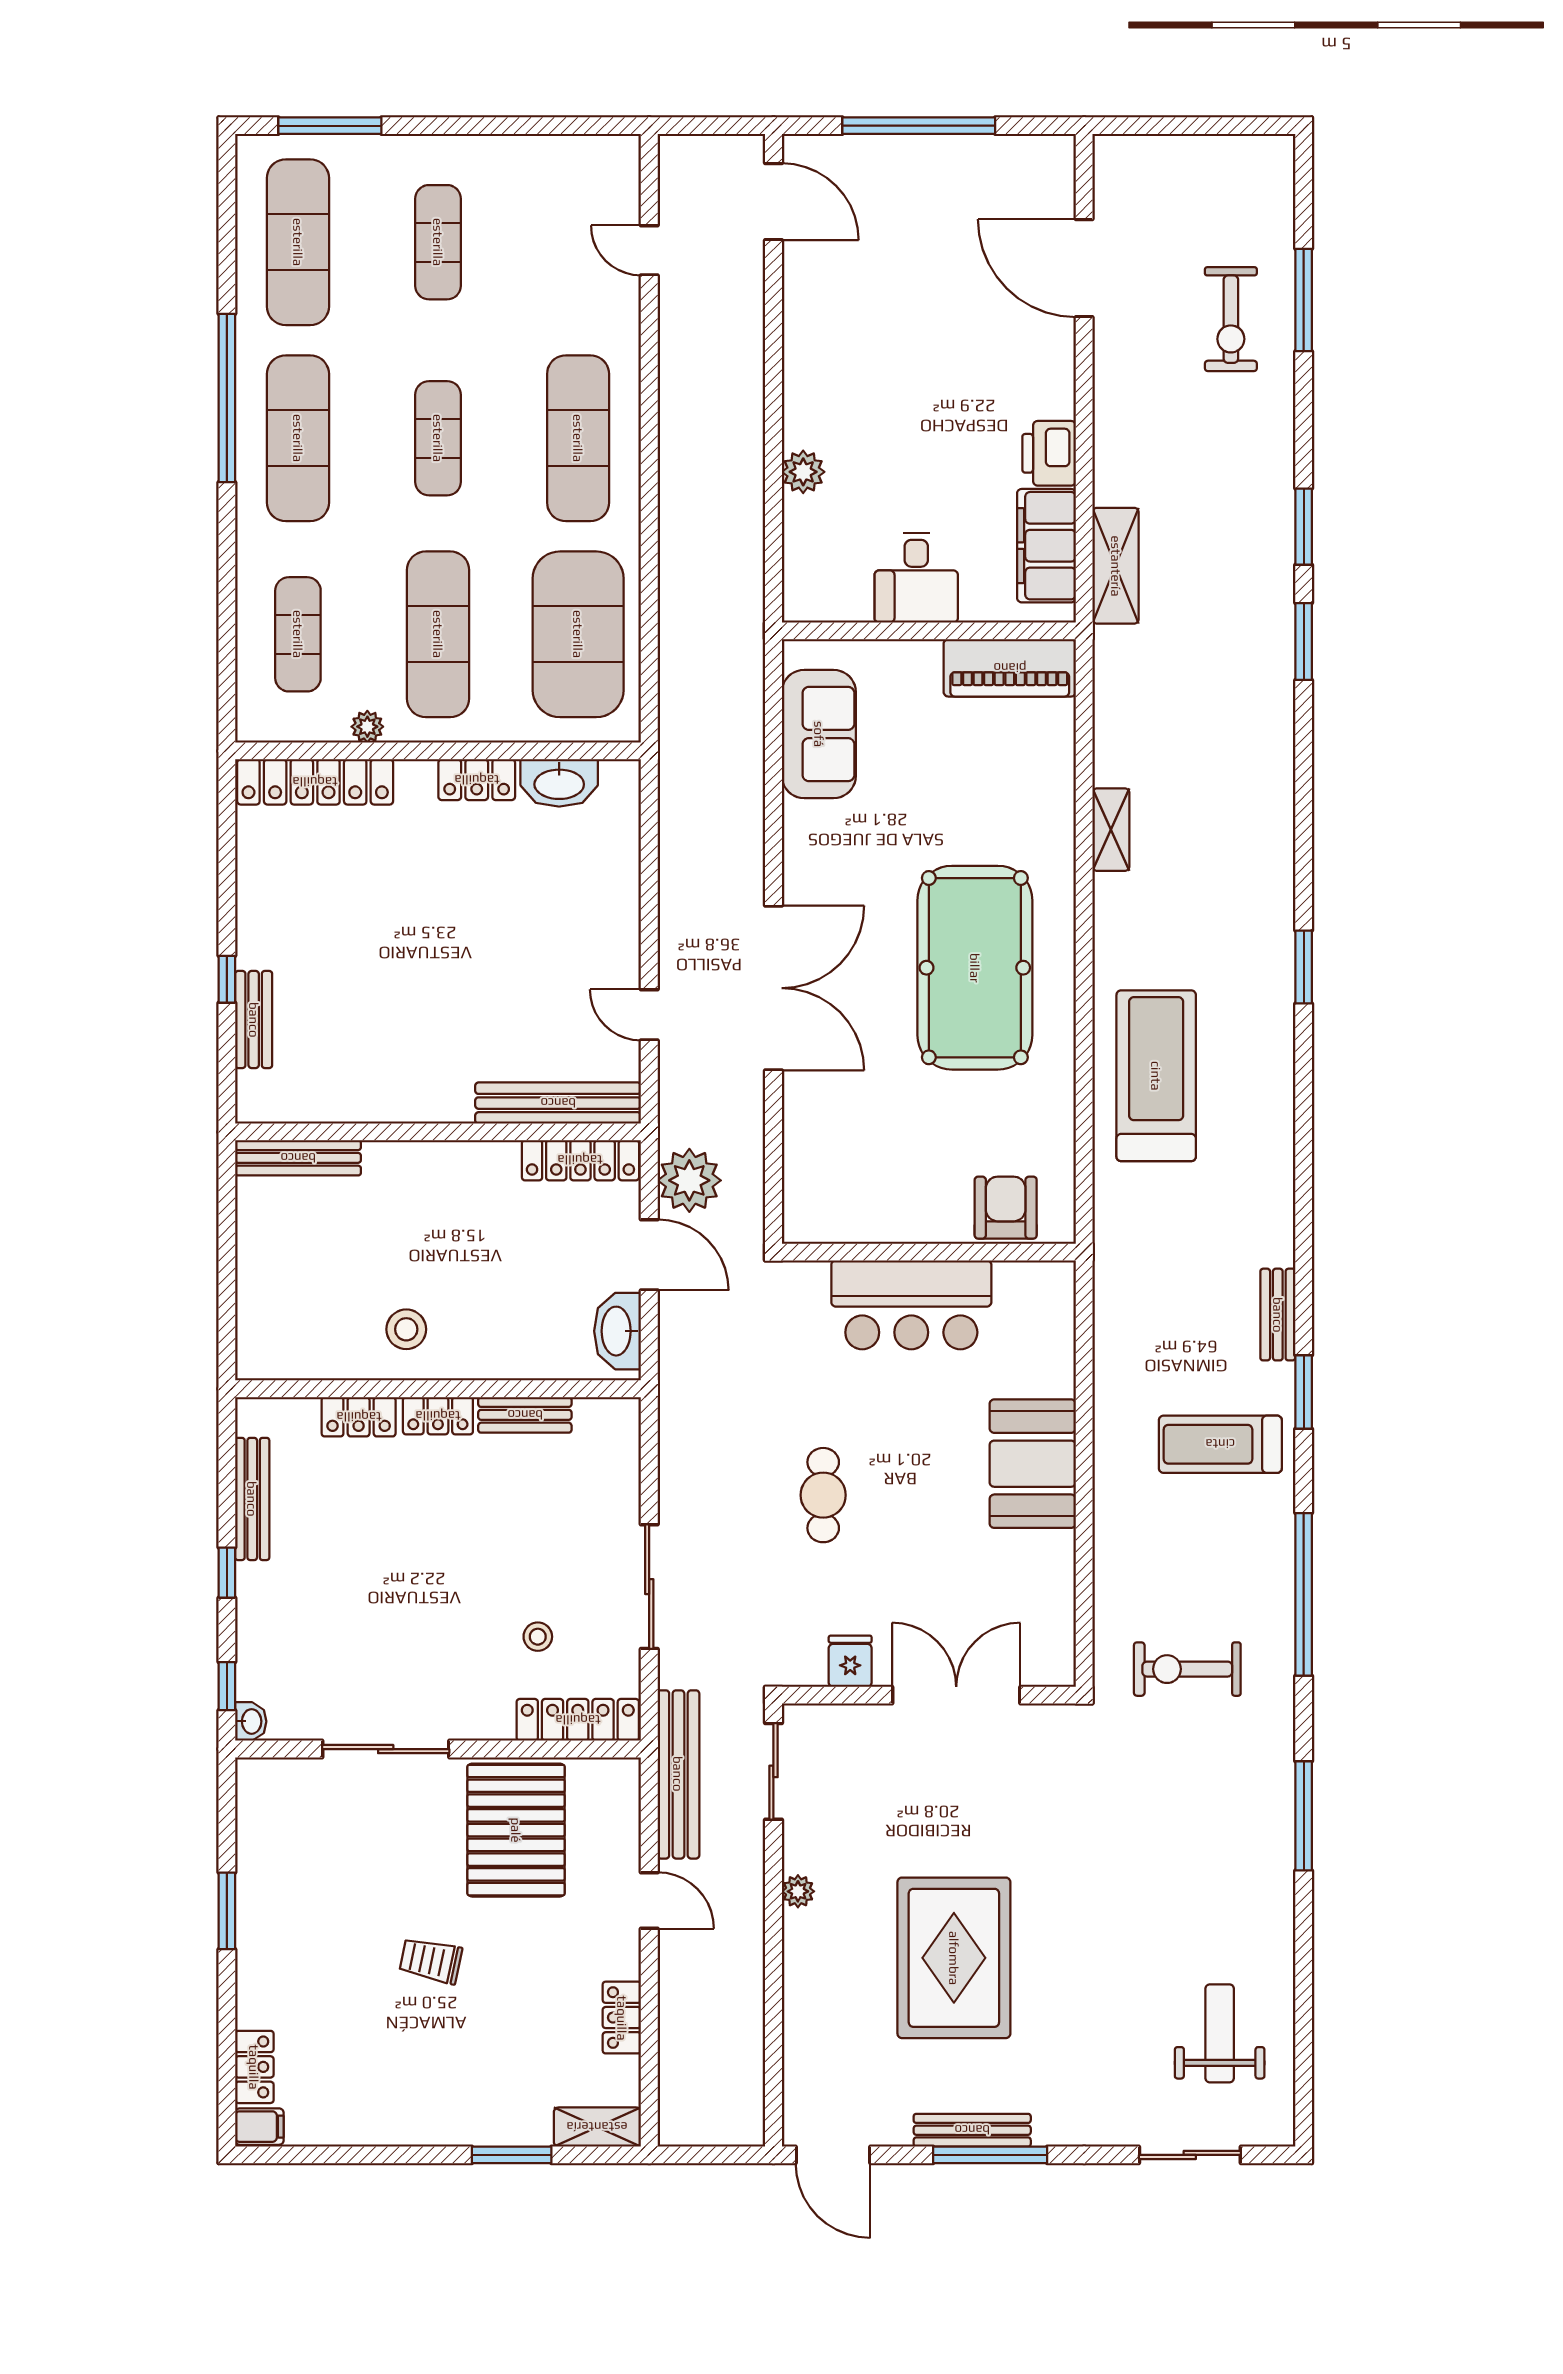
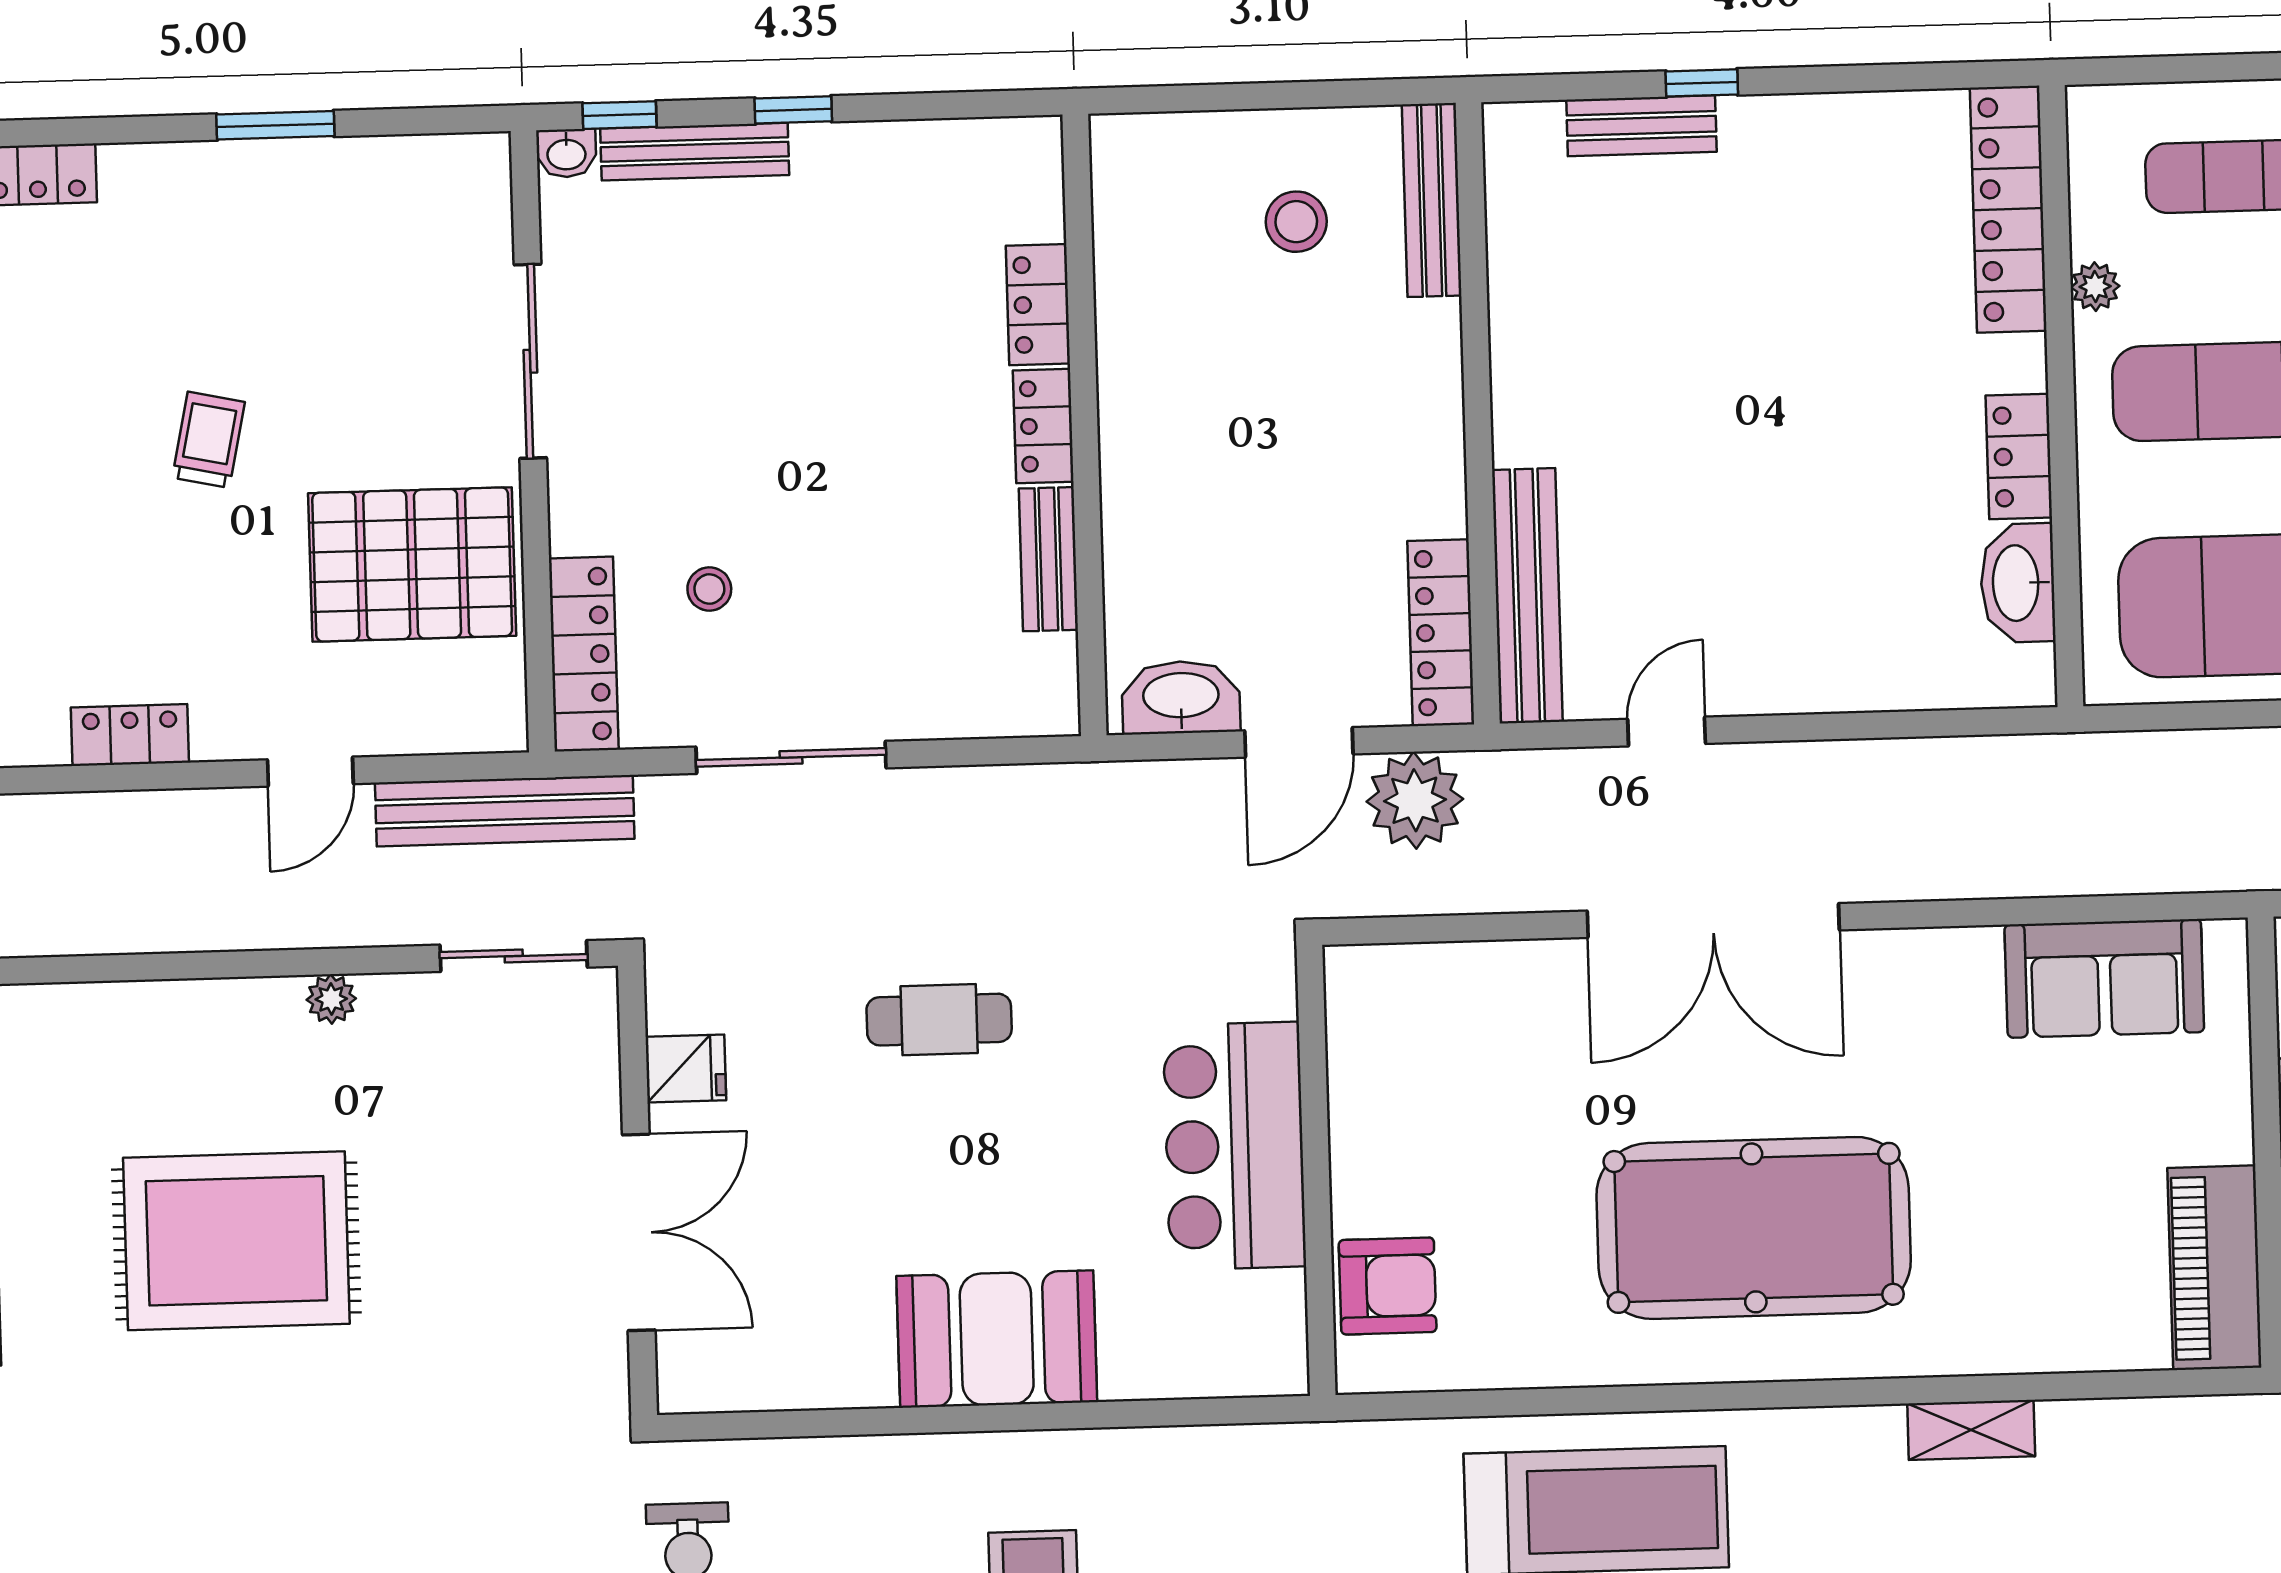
stool: (406, 1329) -> (1296, 222), moved
bench: (252, 1499) -> (695, 152), moved

